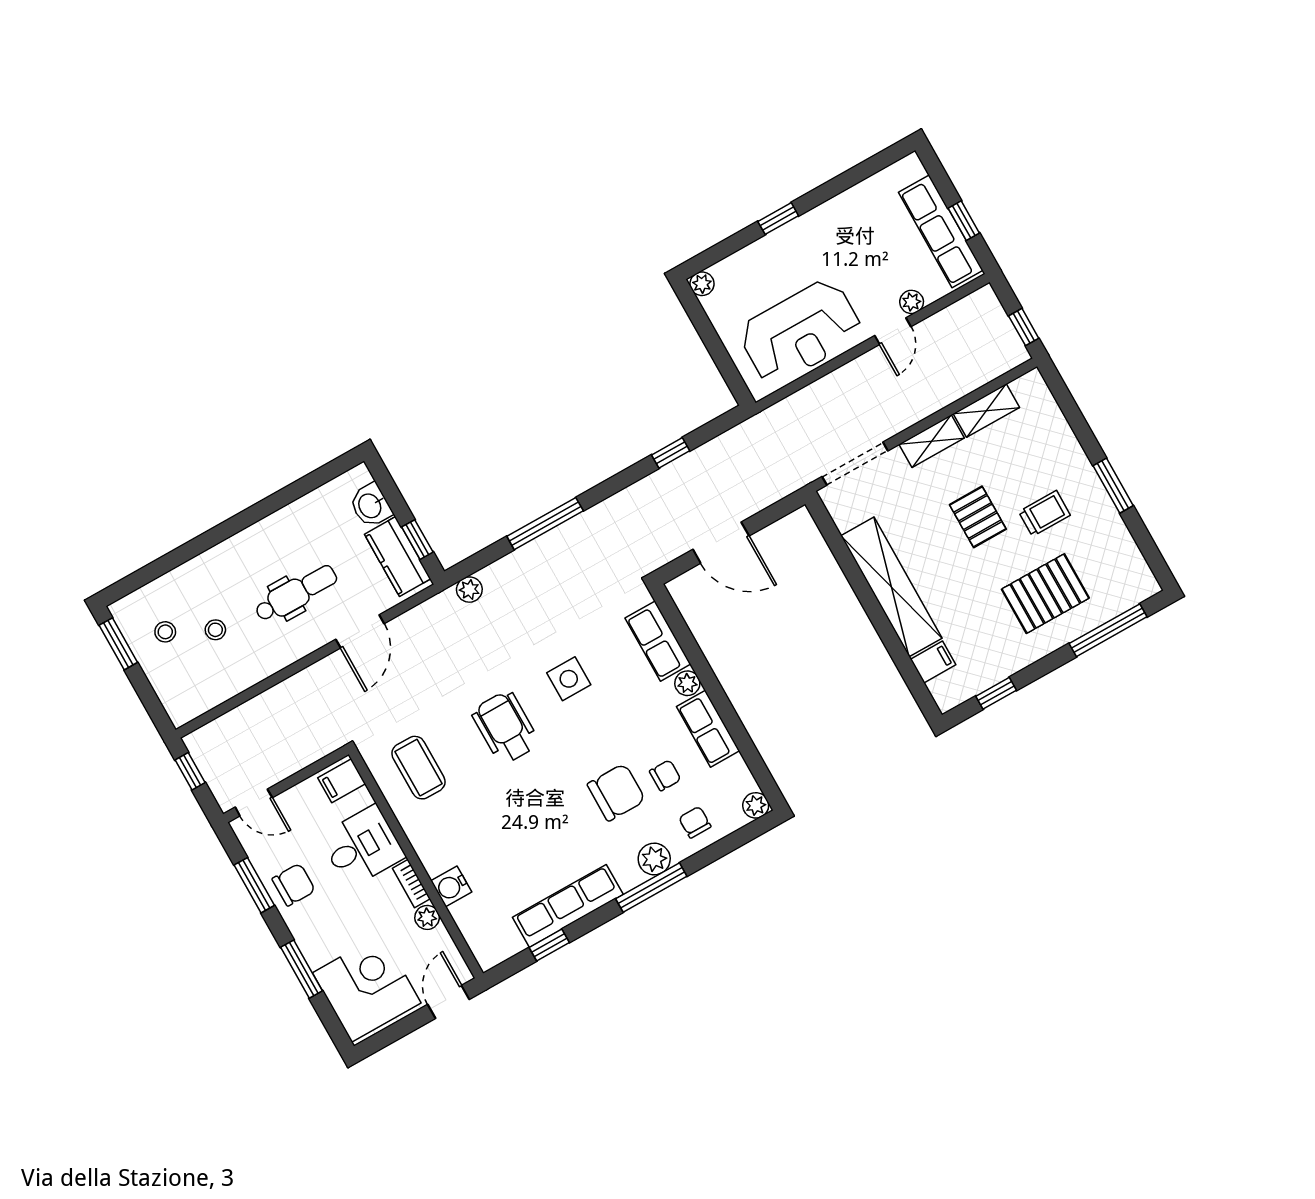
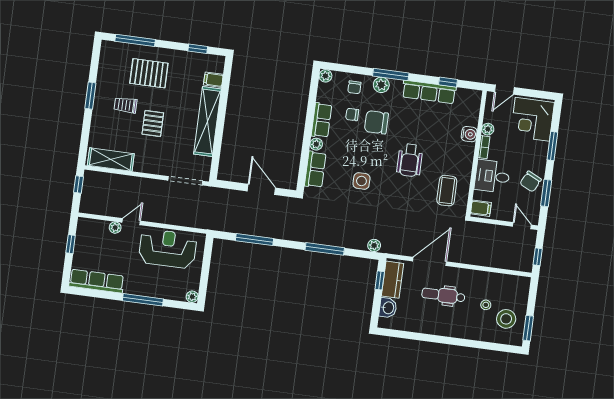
window: (778, 219) -> (143, 300), width x2.17
row of seats: (941, 231) -> (97, 281), moved, turned -90
shelving: (986, 411) -> (111, 160), width x1.50, depth x1.33
shelving: (932, 441) -> (149, 167), removed
window: (671, 453) -> (254, 240), width x2.17
door: (360, 631) -> (430, 261), width x1.36
stool: (165, 632) -> (506, 319), width x1.89, depth x1.89
wheelchair: (505, 727) -> (410, 160), moved
chair: (294, 885) -> (531, 181), turned -64

